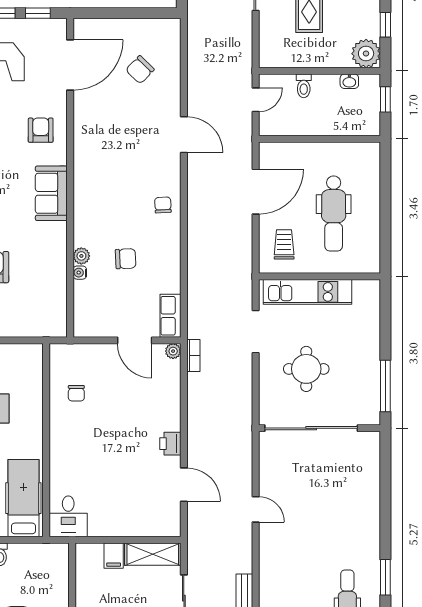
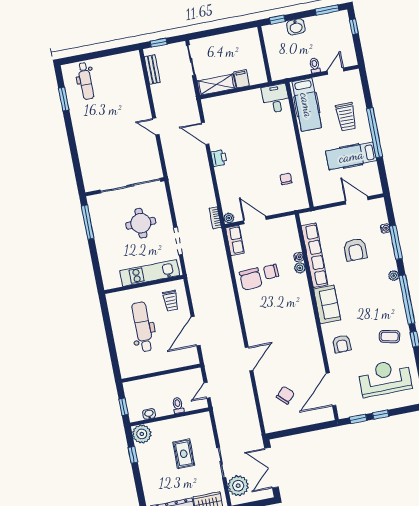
door: (184, 135) -> (249, 359), swing flipped
chair: (163, 205) -> (251, 279), moved, width x1.87, depth x1.87
row of seats: (56, 270) -> (315, 255), added

